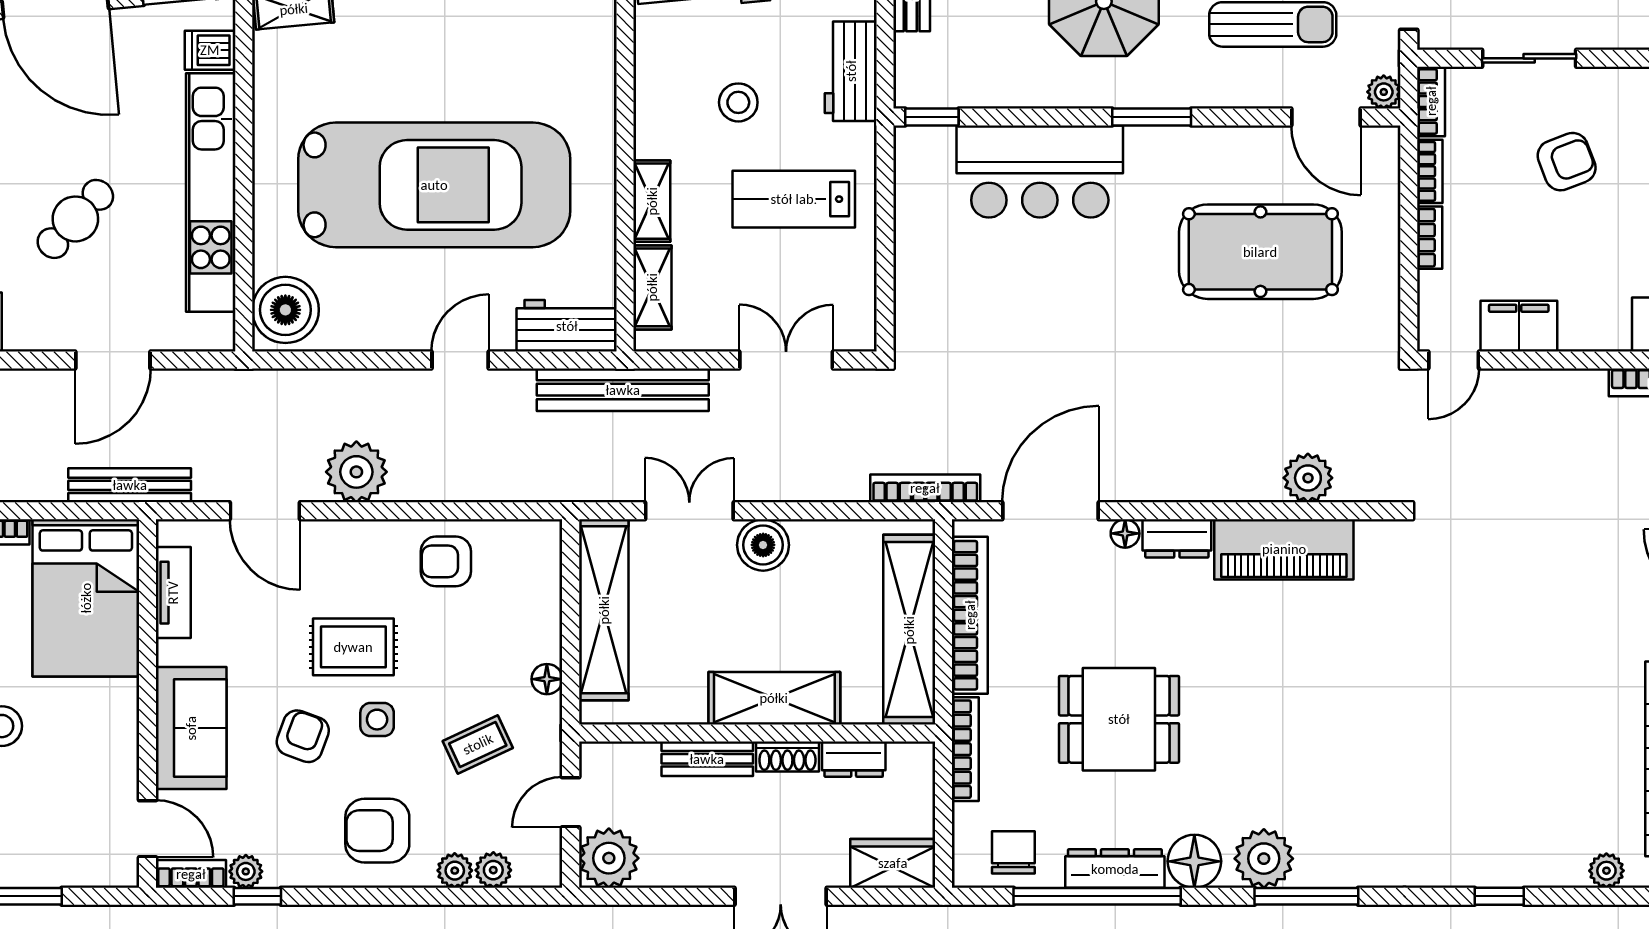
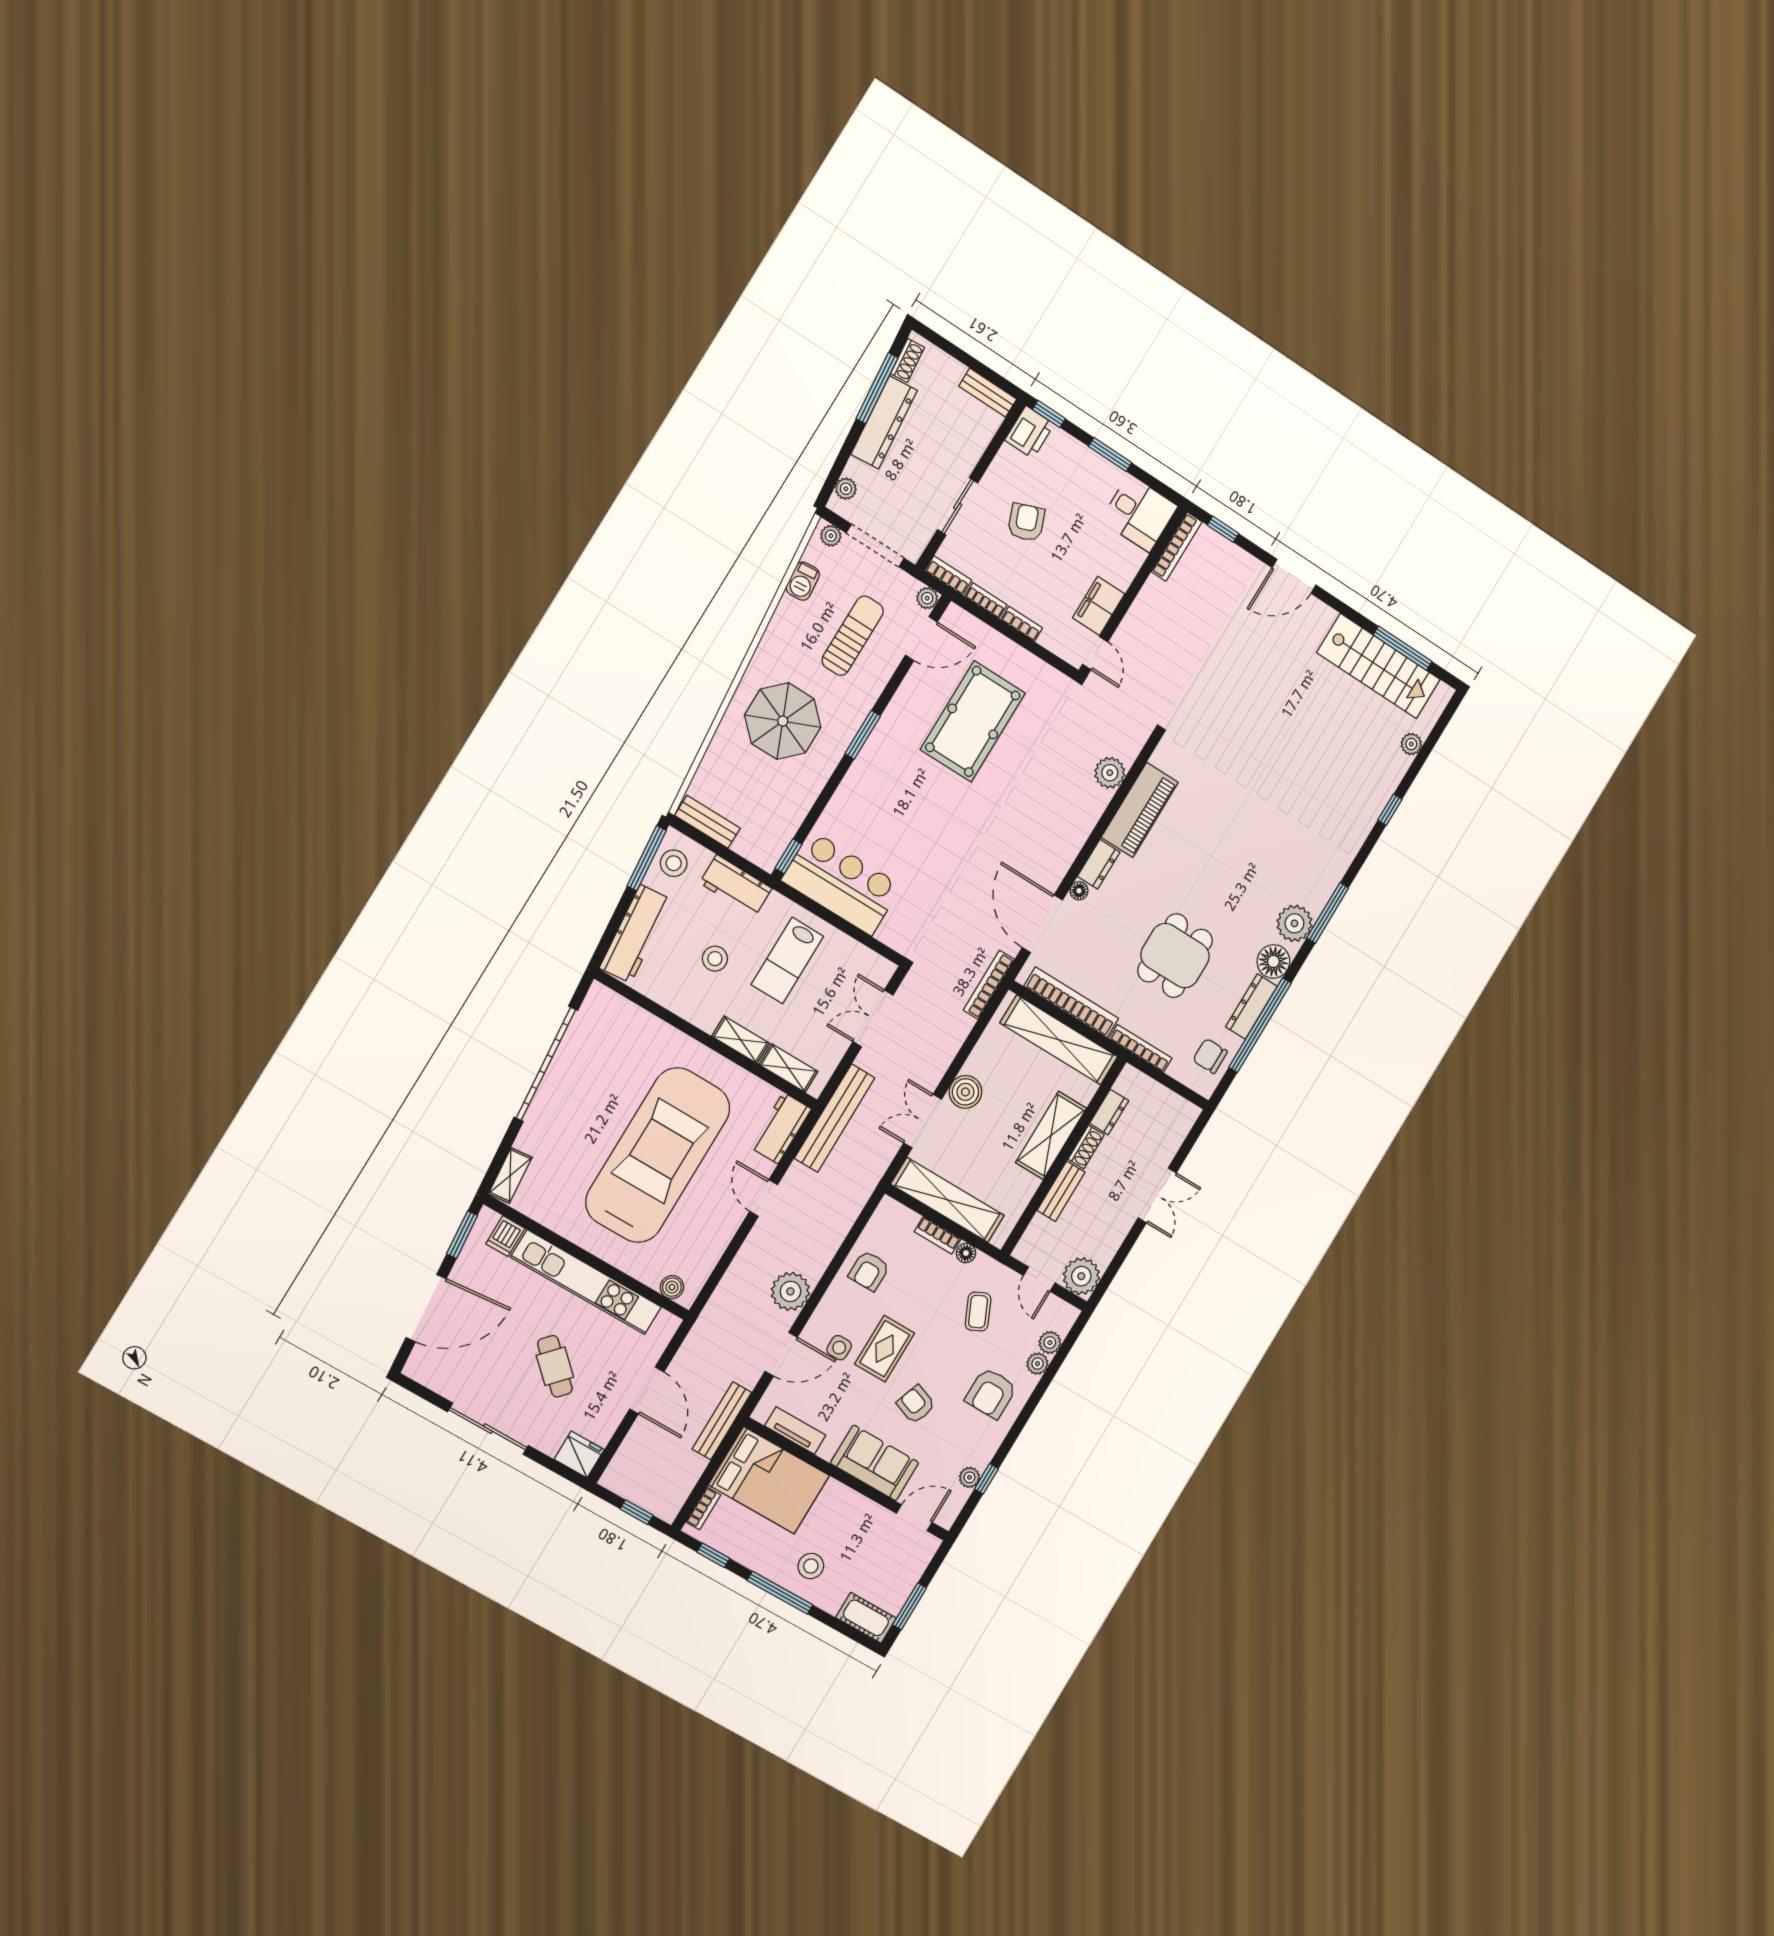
bar counter: (1040, 171) -> (842, 883), moved, turned -90
boiler: (285, 310) -> (672, 1287), width x0.54, depth x0.54
side table: (377, 720) -> (839, 1348), moved
wardrobe: (893, 863) -> (1177, 1124), removed
bookcase: (191, 874) -> (938, 1235), moved, turned -90

